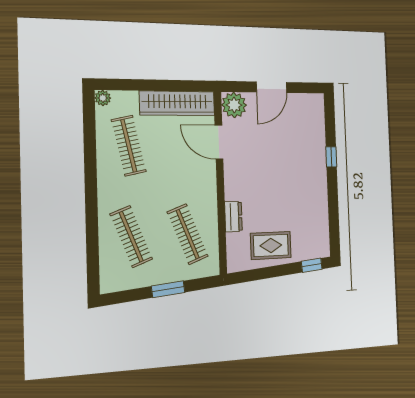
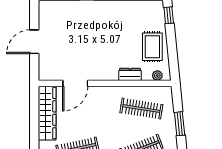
door: (272, 87) -> (34, 42), swing flipped
plant: (234, 105) -> (157, 76), moved, width x0.53, depth x0.53
clothes rail: (188, 234) -> (141, 109), turned 30

